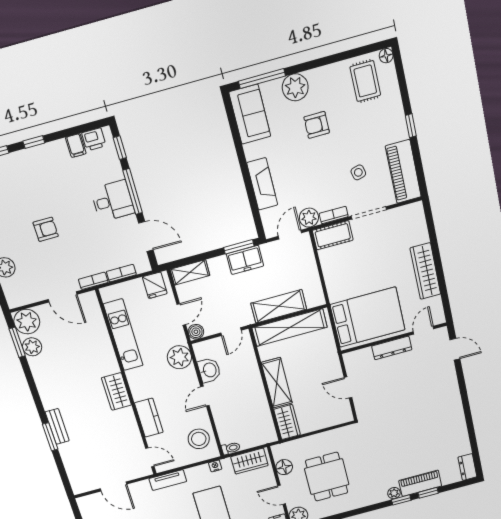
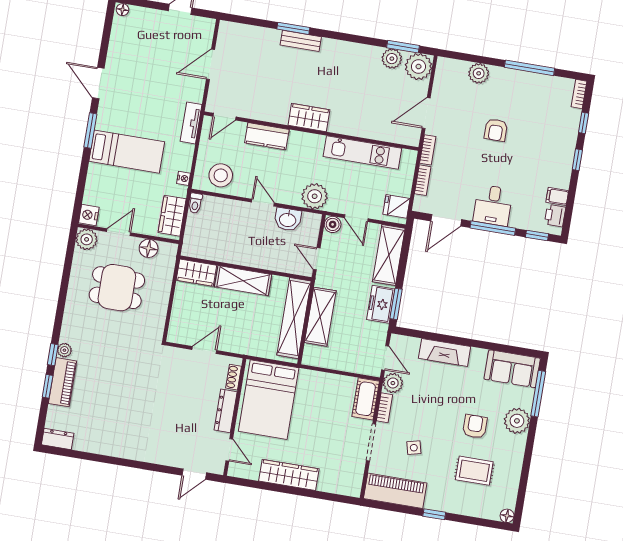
rug: (365, 81) -> (474, 471), moved
shelving: (190, 272) -> (389, 255), width x1.50, depth x1.33
shoe rack: (361, 354) -> (234, 377), added

